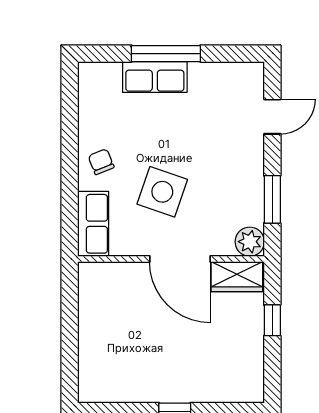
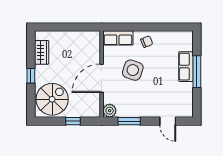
wardrobe: (237, 277) -> (42, 52), moved, turned 180
spiral stairs: (225, 366) -> (52, 99), added

